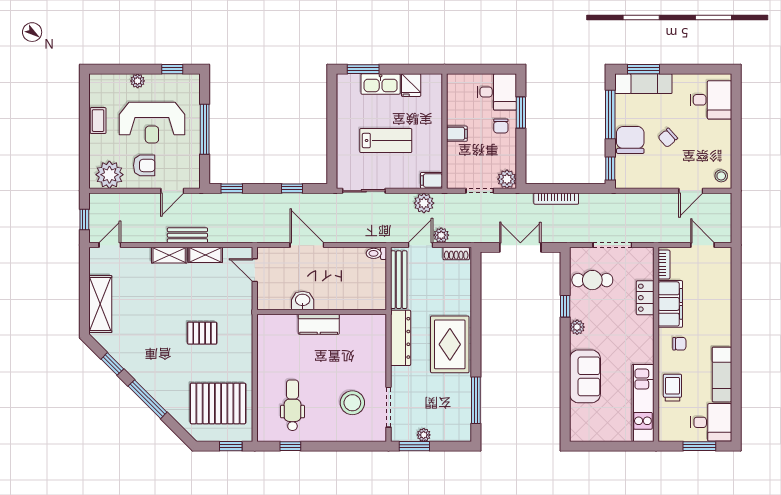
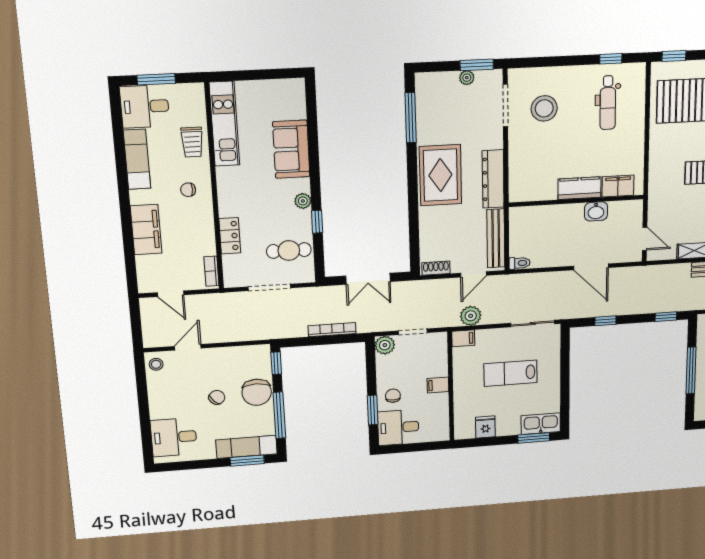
kitchen sink: (381, 84) -> (541, 424), moved
plant: (441, 235) -> (452, 285), removed
filing cabinet: (670, 304) -> (146, 230), moved, turned 180
filing cabinet: (282, 324) -> (618, 186), added

